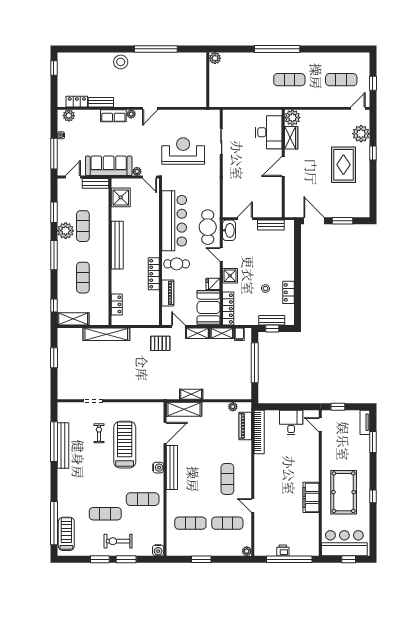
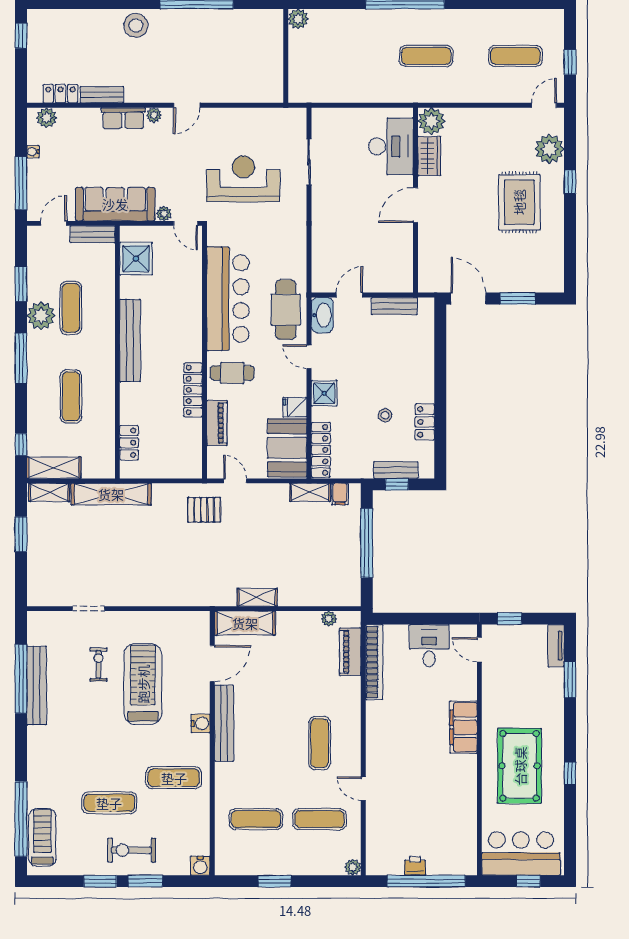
shelving: (197, 333) -> (49, 492), moved
filing cabinet: (311, 497) -> (463, 727), moved

